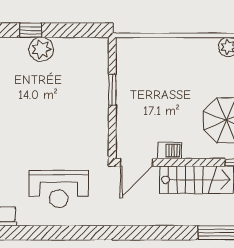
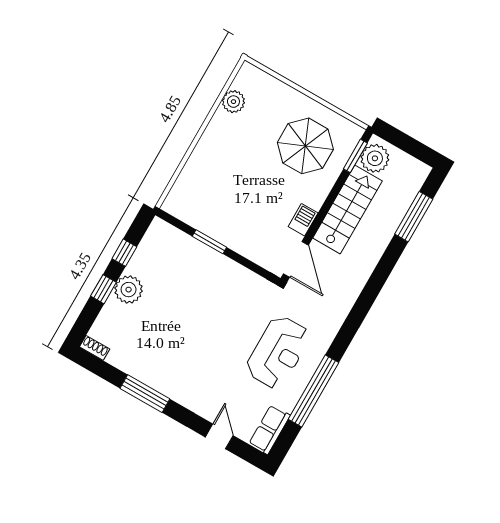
window: (67, 30) -> (124, 253), added
window: (45, 233) -> (314, 391), added

